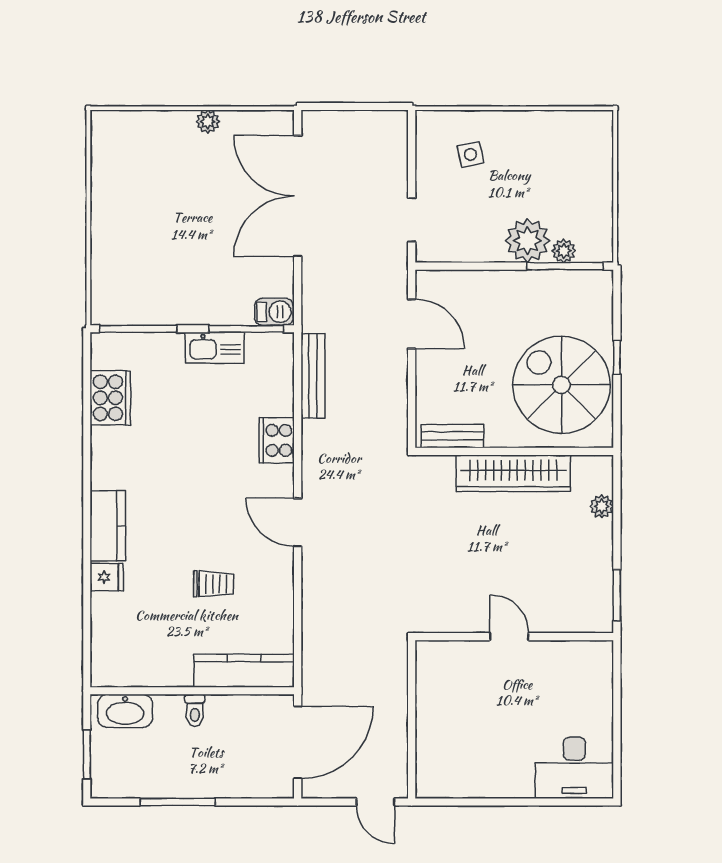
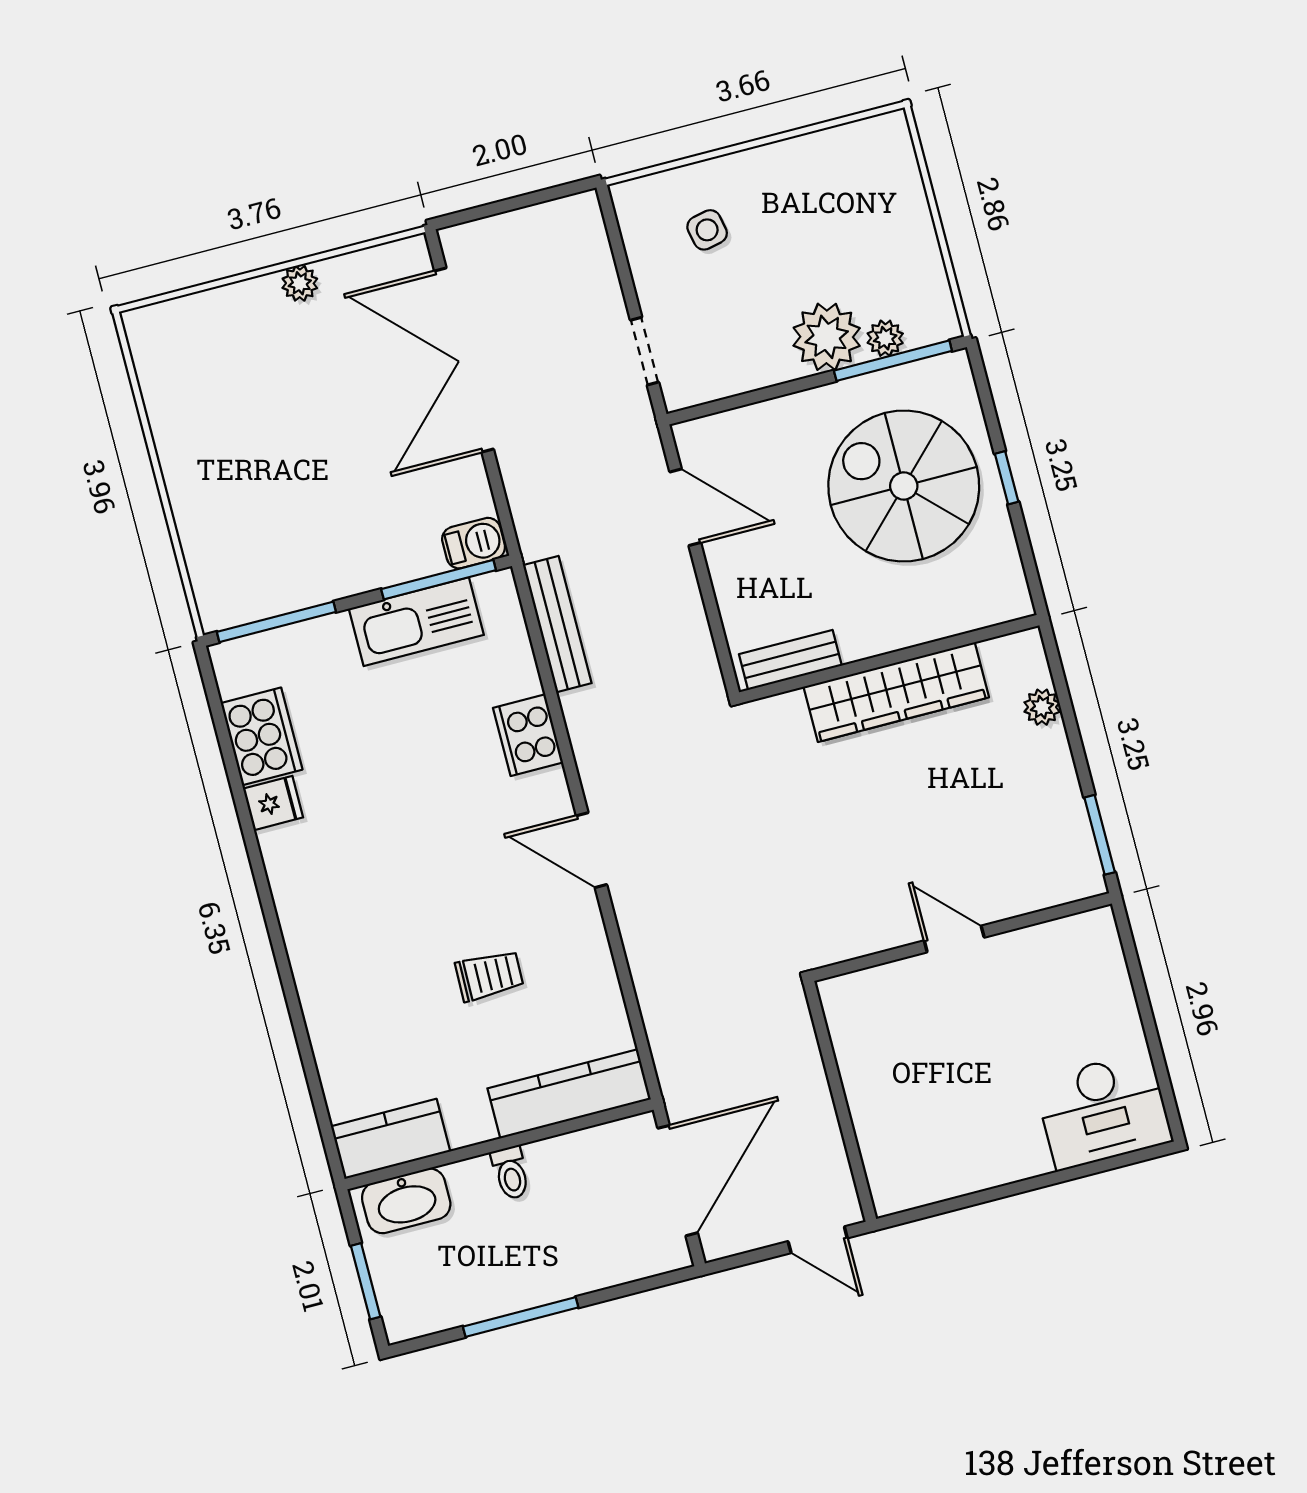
kitchen sink: (215, 348) -> (416, 622), width x1.36, depth x1.24
spiral stairs: (561, 385) -> (904, 486), moved
kitchen counter: (108, 526) -> (391, 1139), moved, turned -90
fridge: (107, 577) -> (273, 803), moved

